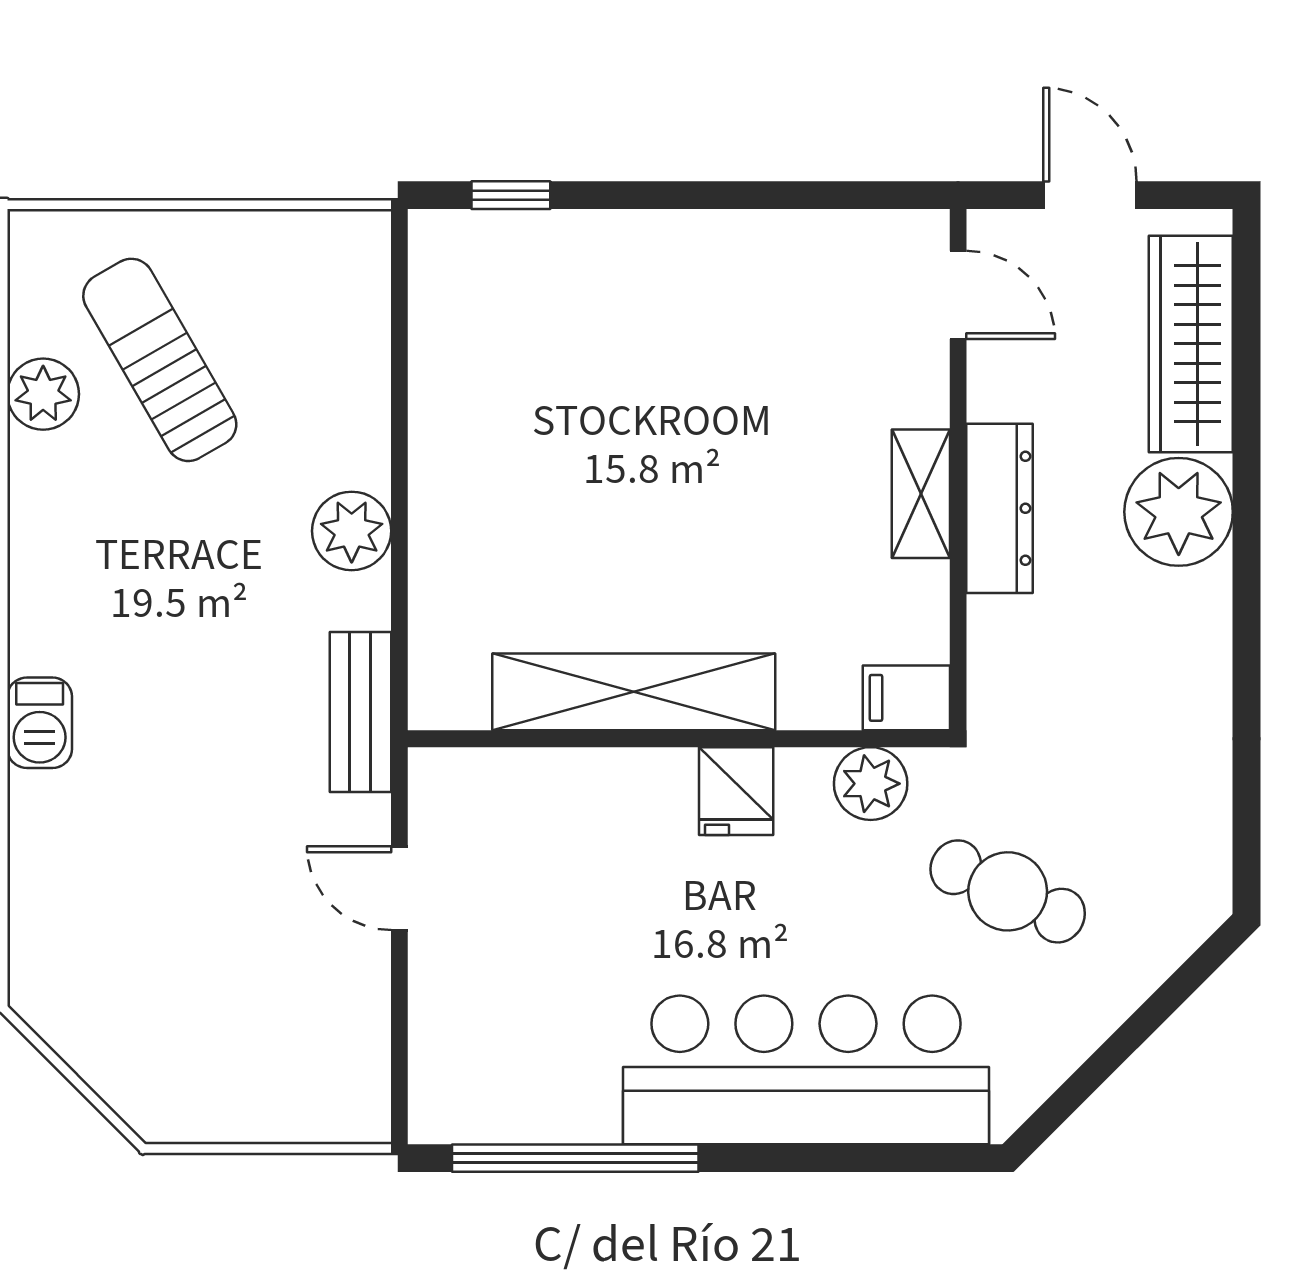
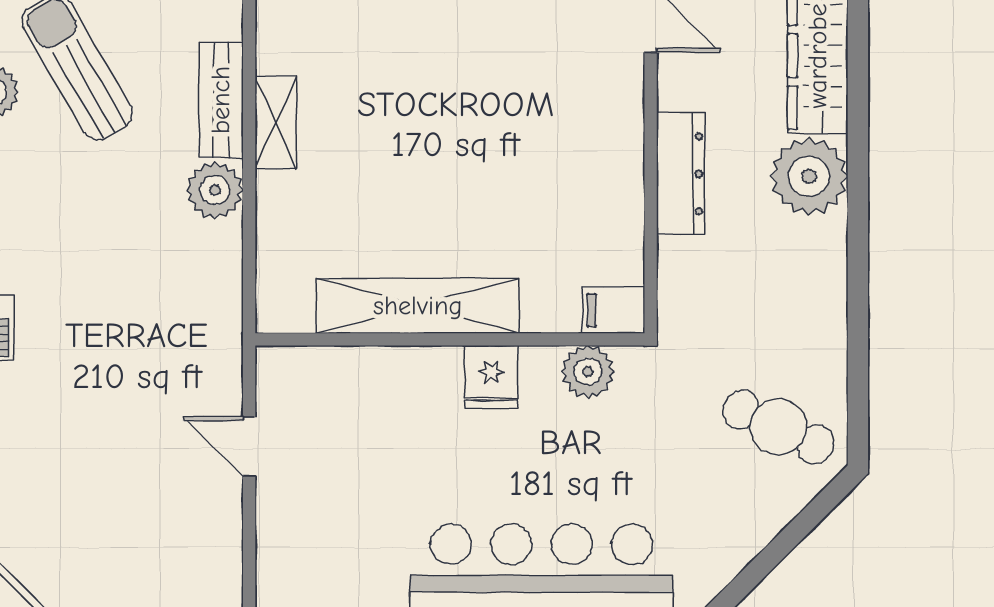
shelving: (921, 494) -> (276, 122), moved
bench: (360, 712) -> (221, 100), moved
cafe table: (1008, 891) -> (778, 427), moved

